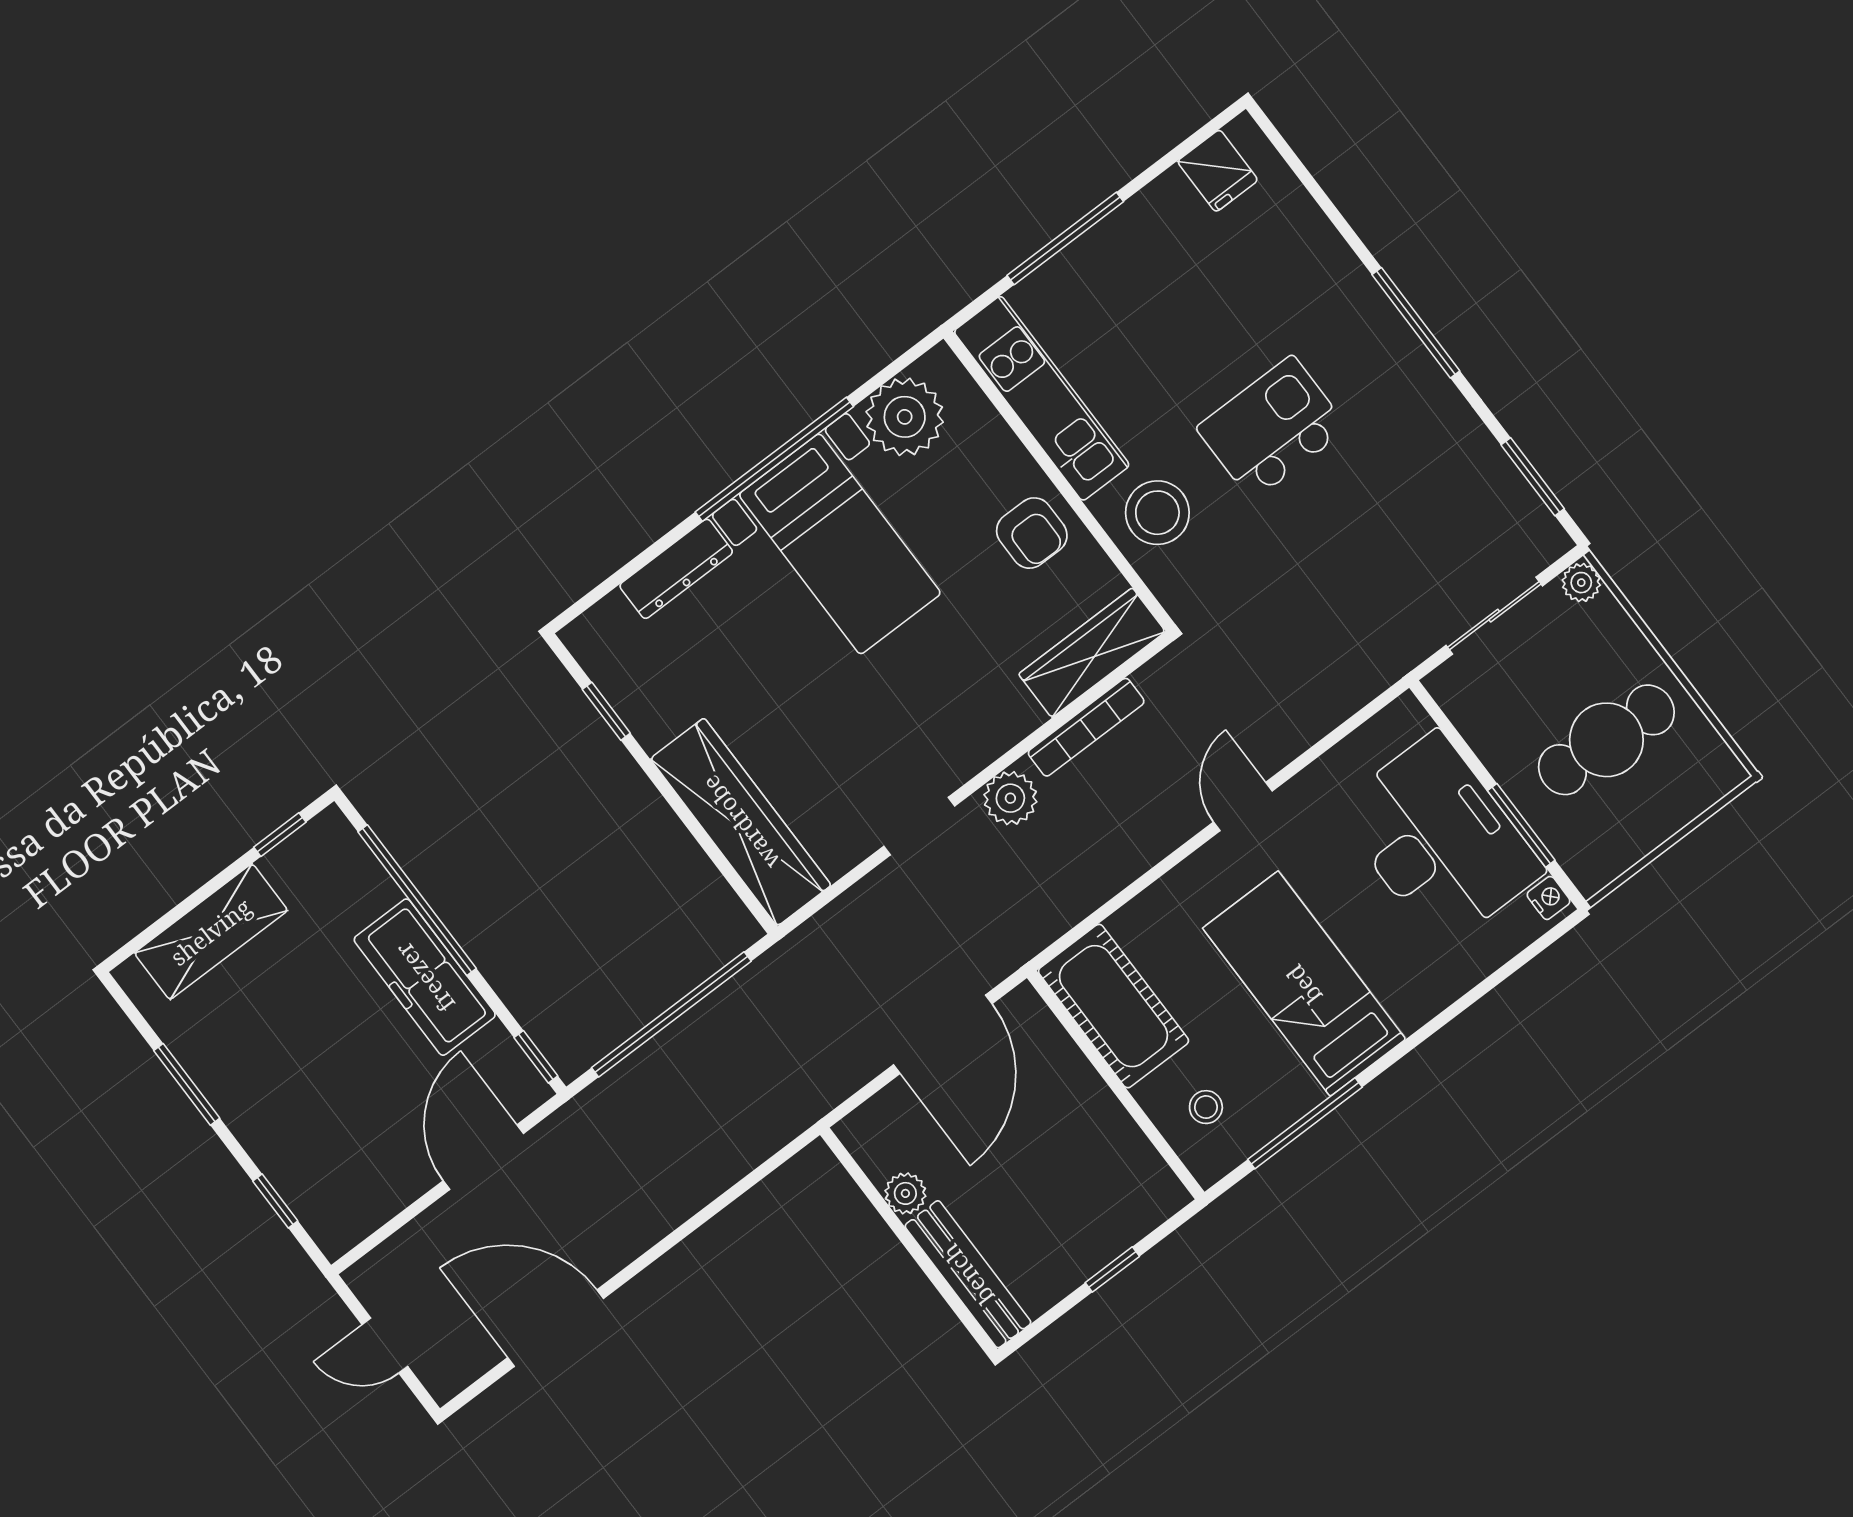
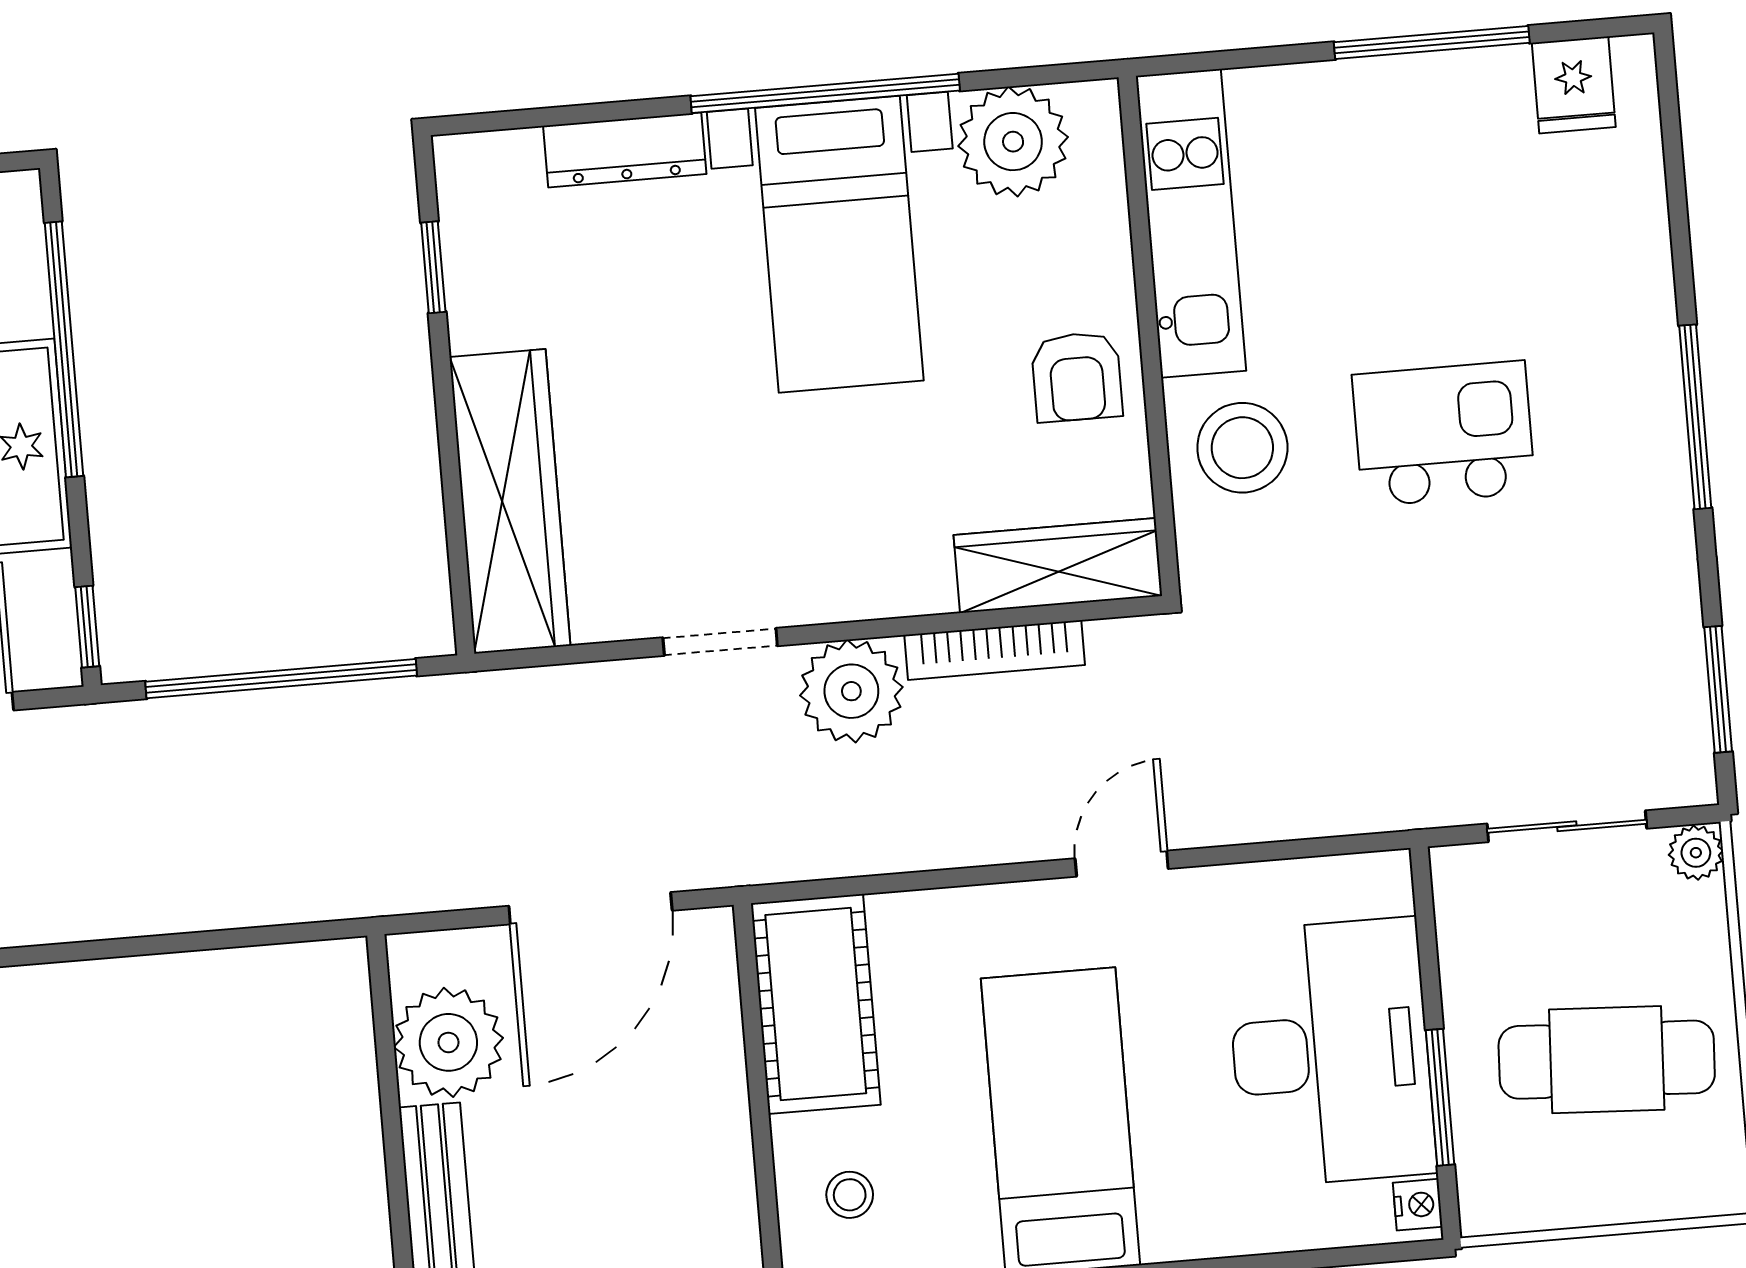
window: (1065, 238) -> (1432, 42), moved
plant: (1010, 798) -> (851, 691), width x1.36, depth x1.36
plant: (905, 1193) -> (448, 1042), width x1.87, depth x1.87

